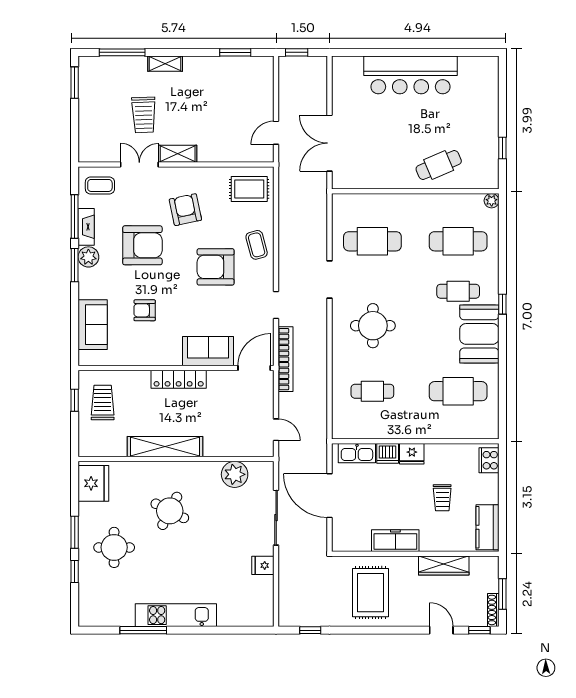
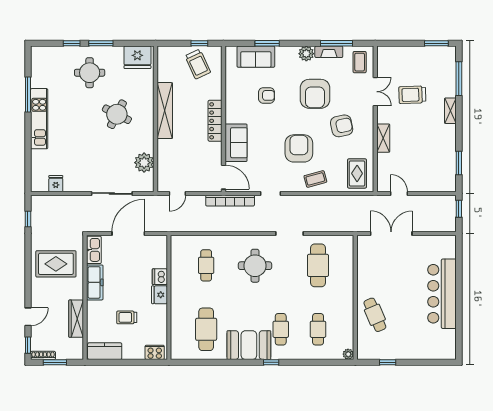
shelving: (178, 154) -> (383, 138), moved
cafe table: (458, 241) -> (318, 329), width x0.73, depth x0.74
window: (75, 265) -> (267, 43), moved
armchair: (145, 310) -> (267, 95), turned 90
trolley: (103, 403) -> (198, 64), turned 65
kitchen sink: (357, 453) -> (94, 250), moved, turned 180
fridge: (263, 565) -> (56, 184), moved

